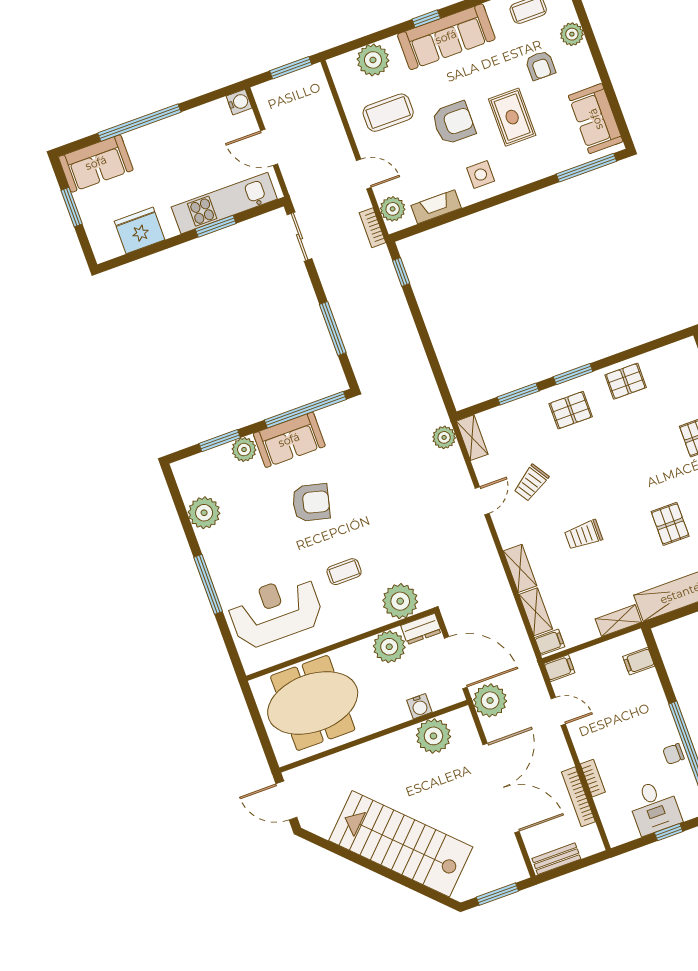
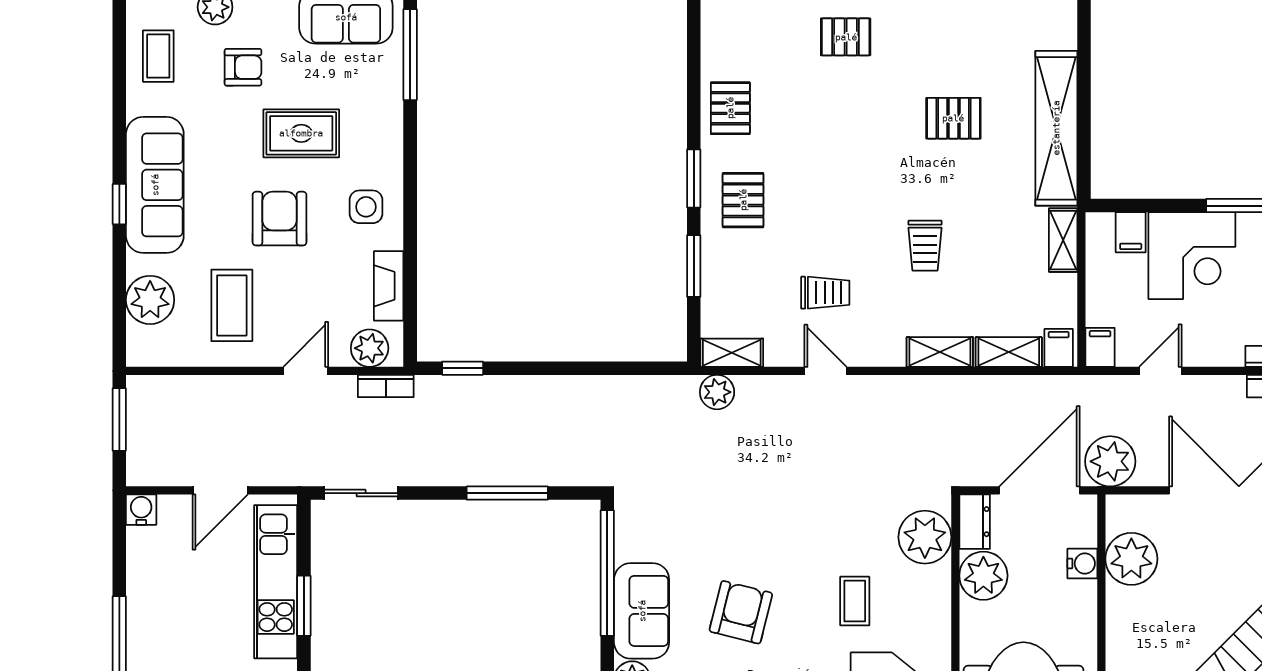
trolley: (531, 483) -> (825, 293), turned -57
corner desk: (638, 705) -> (1192, 256), added

